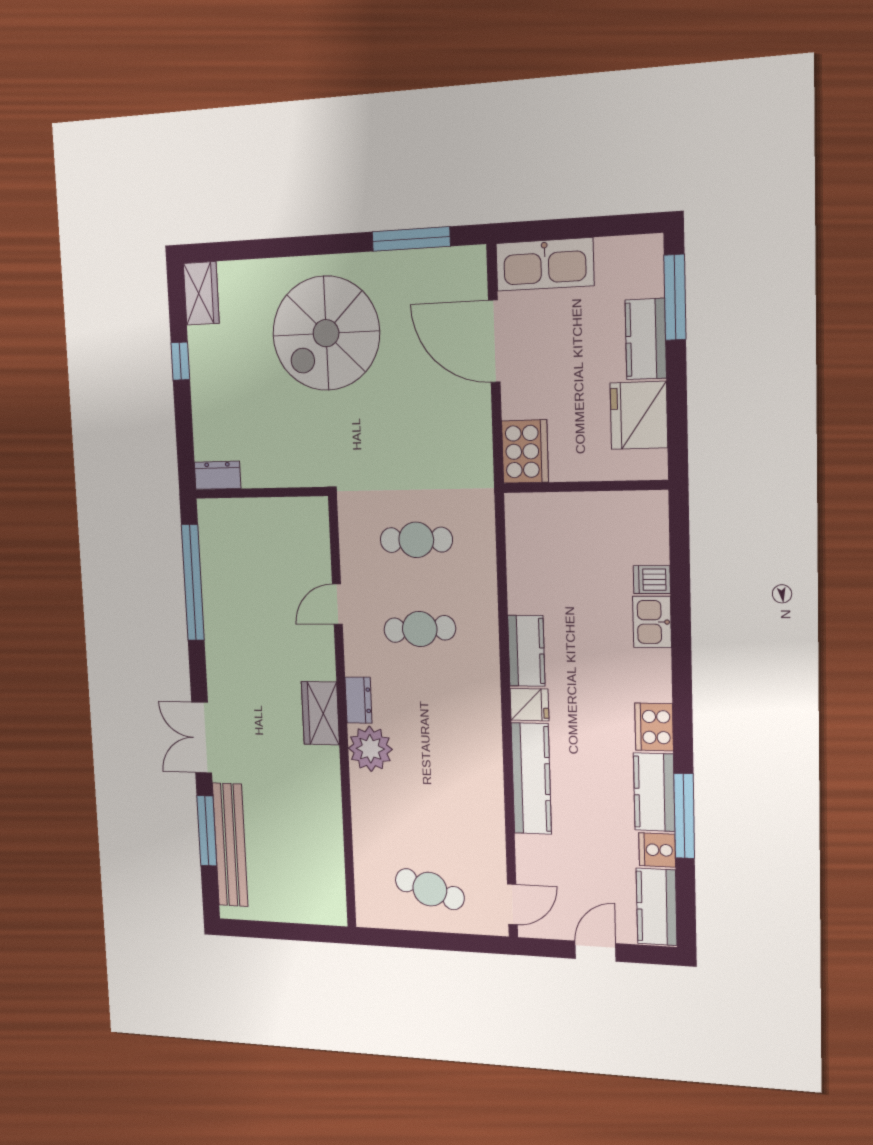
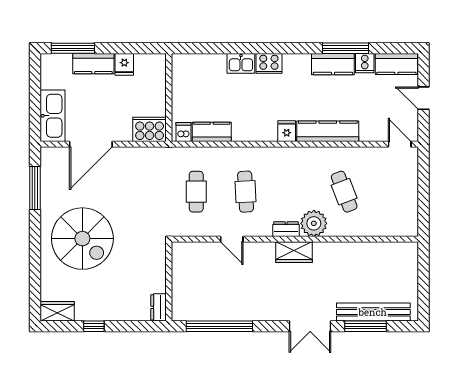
fridge: (639, 415) -> (124, 64), width x0.53, depth x0.75
dishwasher: (652, 580) -> (184, 132), moved, turned 180
kitchen counter: (526, 651) -> (212, 132), moved
cooker: (654, 727) -> (269, 63), moved
cafe table: (430, 889) -> (344, 192), moved, turned -39

